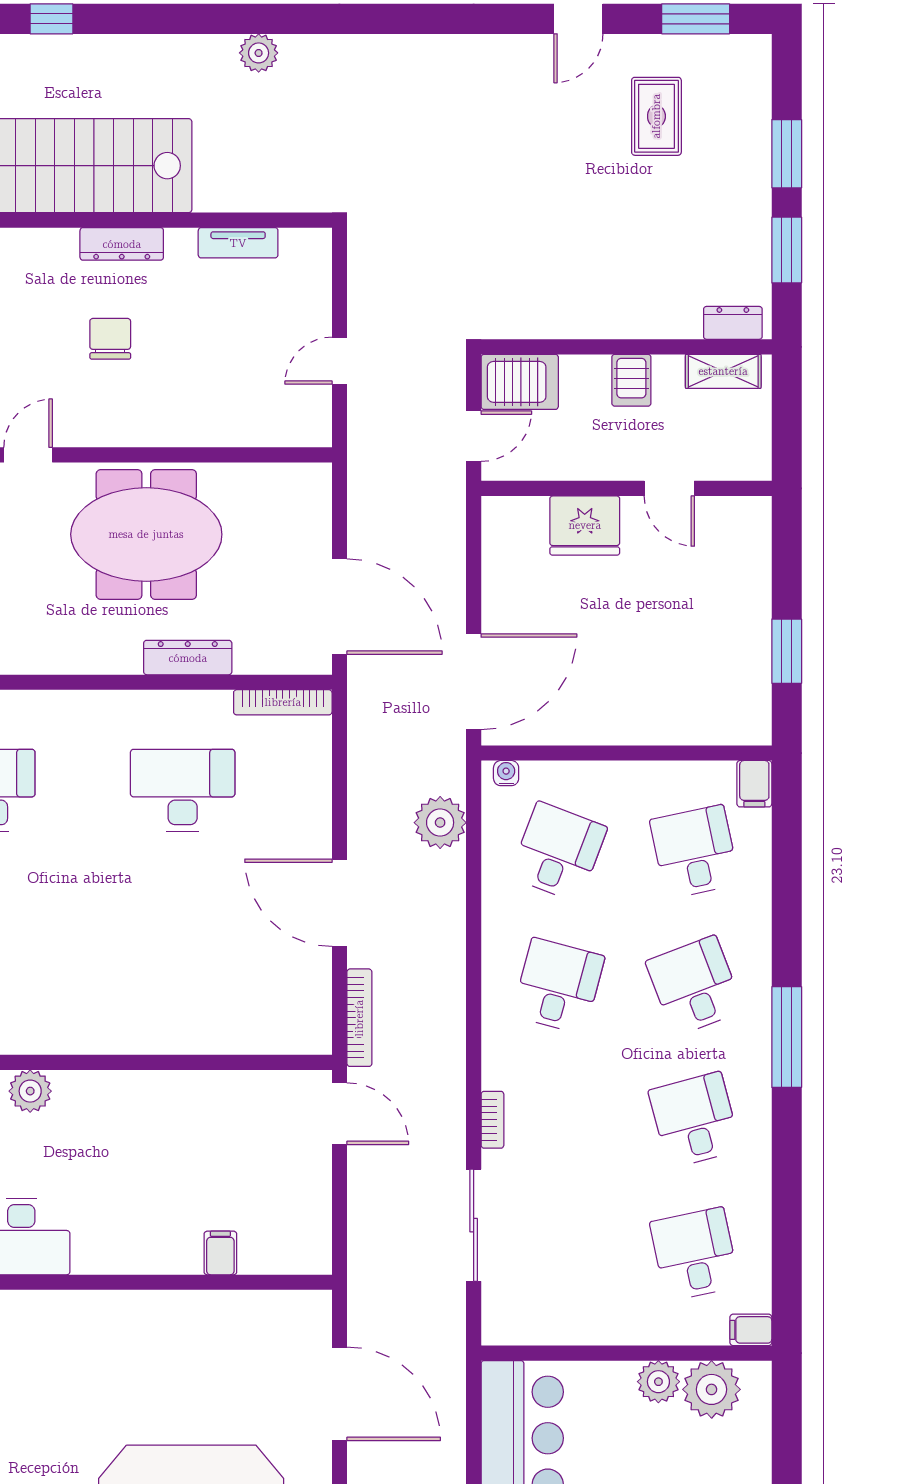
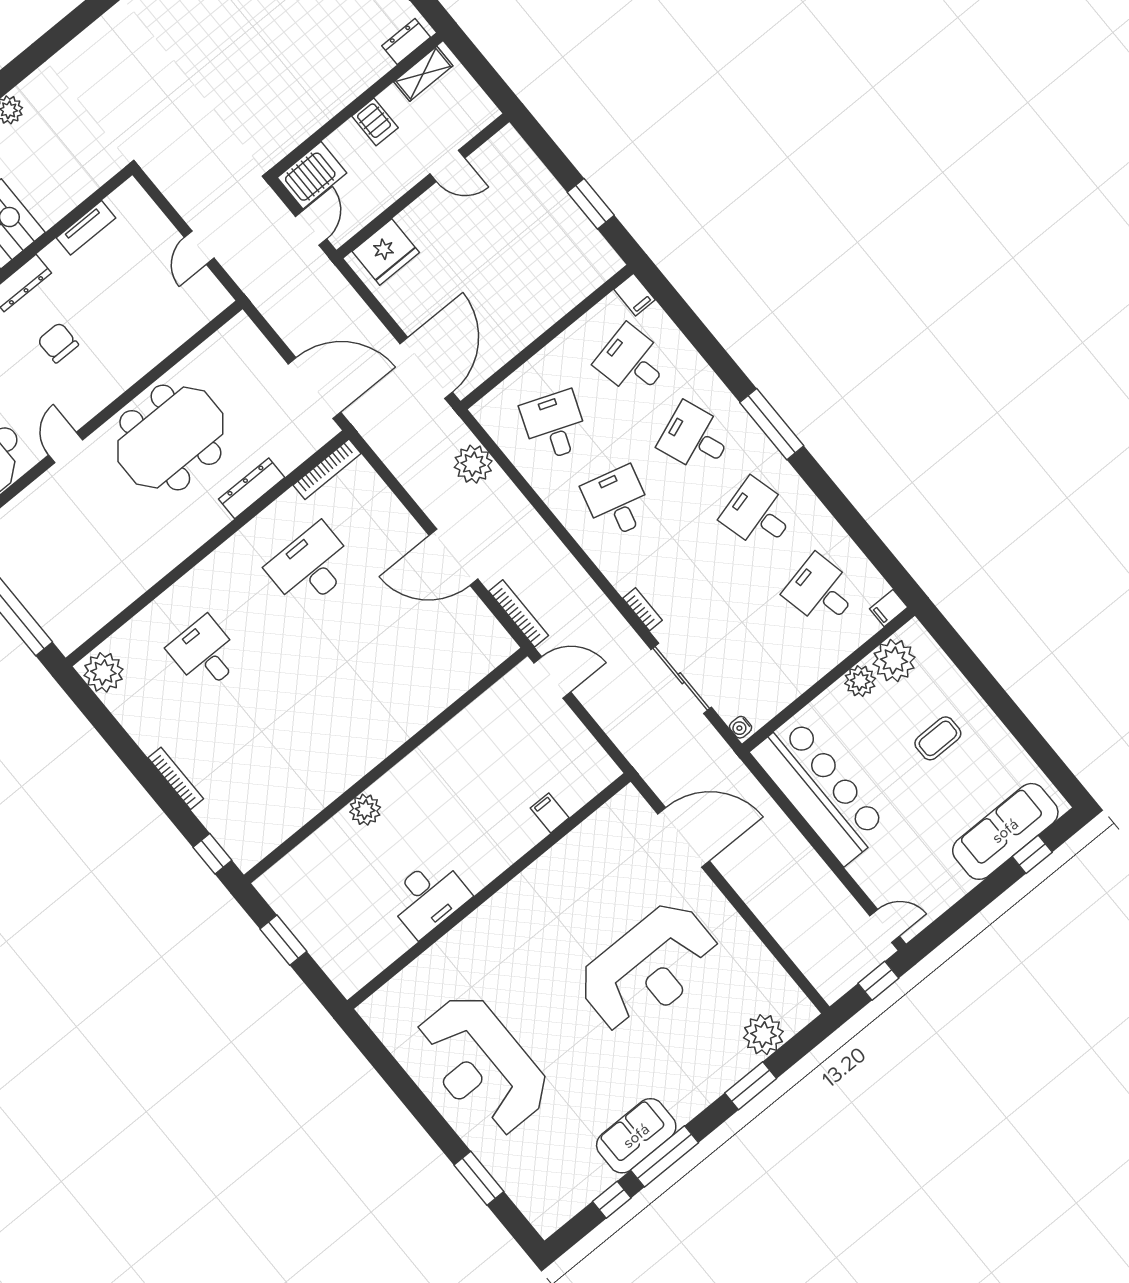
fridge: (585, 525) -> (386, 252), moved
water cooler: (506, 773) -> (741, 727), moved, turned -90

